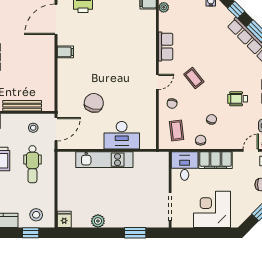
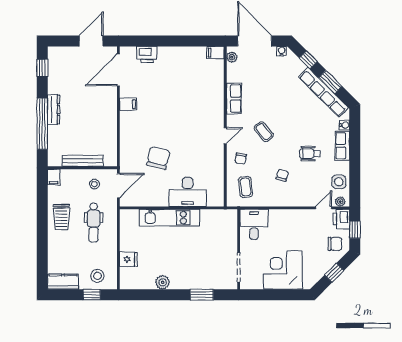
chair: (201, 140) -> (271, 197), removed
filing cabinet: (215, 160) -> (286, 218), removed
fridge: (64, 219) -> (128, 259), moved, turned 90

